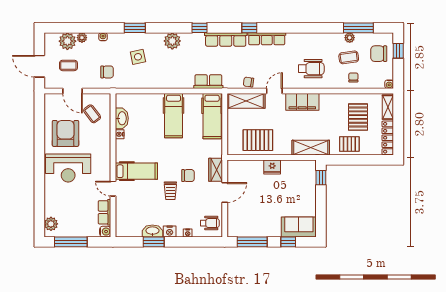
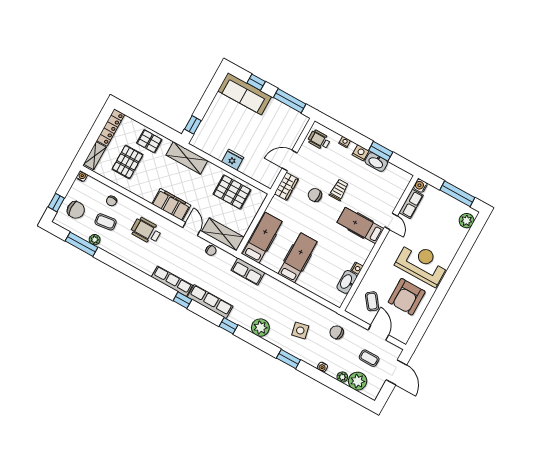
door: (274, 91) -> (192, 229), swing flipped
sofa: (299, 227) -> (245, 94), width x1.36

